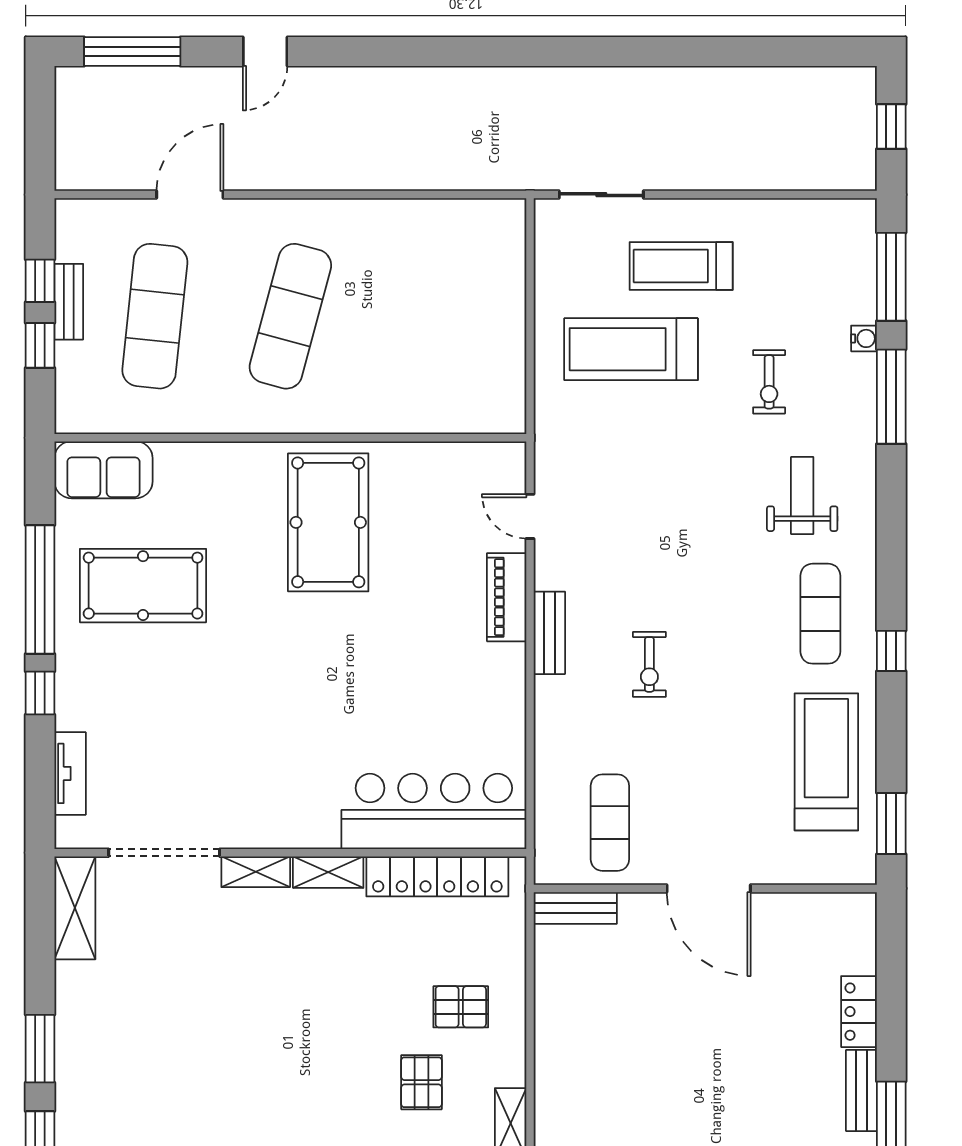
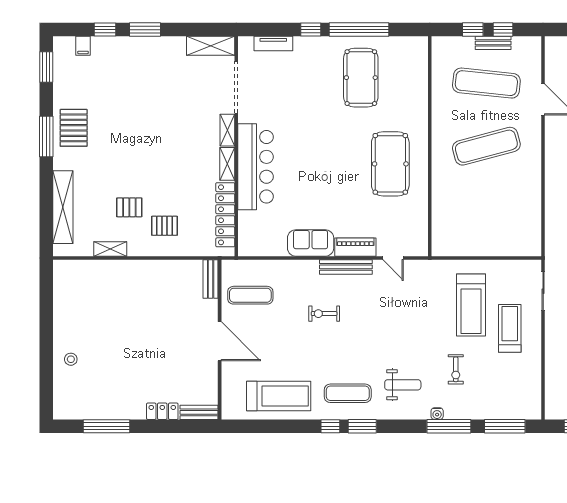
exercise mat: (290, 316) -> (486, 146), turned -30
water cooler: (864, 338) -> (437, 414), moved
treadmill: (631, 349) -> (471, 305), turned 180
exercise bike: (769, 382) -> (456, 369), turned -90
sofa: (103, 470) -> (311, 243), moved, turned 90
door: (530, 516) -> (393, 258), swing flipped
pool table: (328, 522) -> (390, 164), turned 90
bench: (549, 633) -> (346, 267), width x1.36
bar counter: (434, 811) -> (256, 167), moved
window: (891, 823) -> (362, 426), moved
door: (709, 888) -> (220, 341), swing flipped
pallet: (461, 1007) -> (164, 226), turned 90
bench: (861, 1091) -> (199, 412), moved

